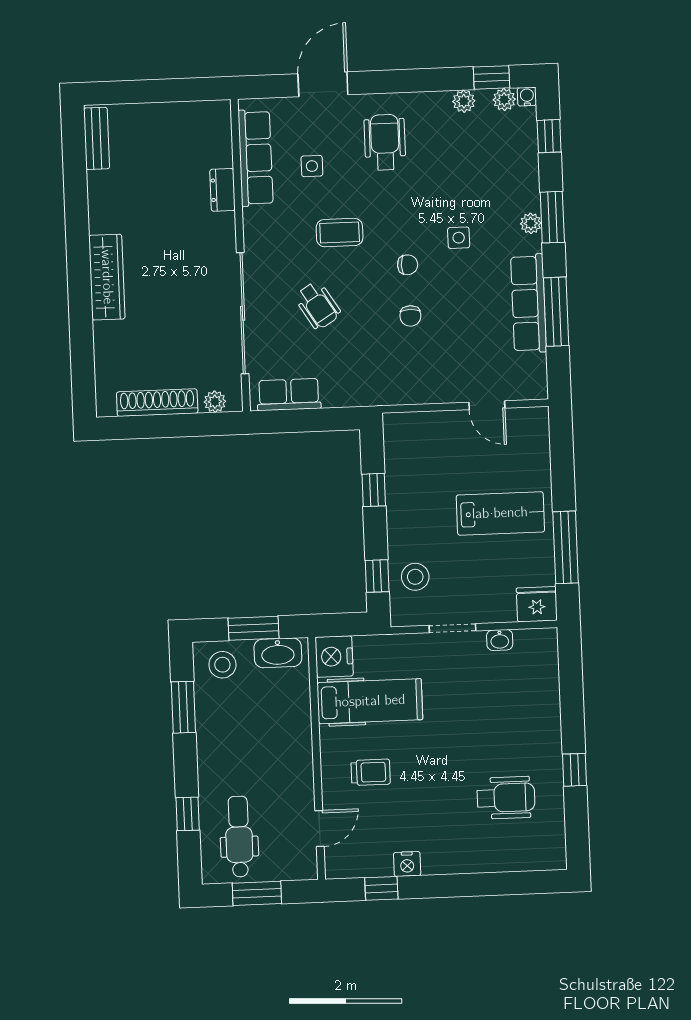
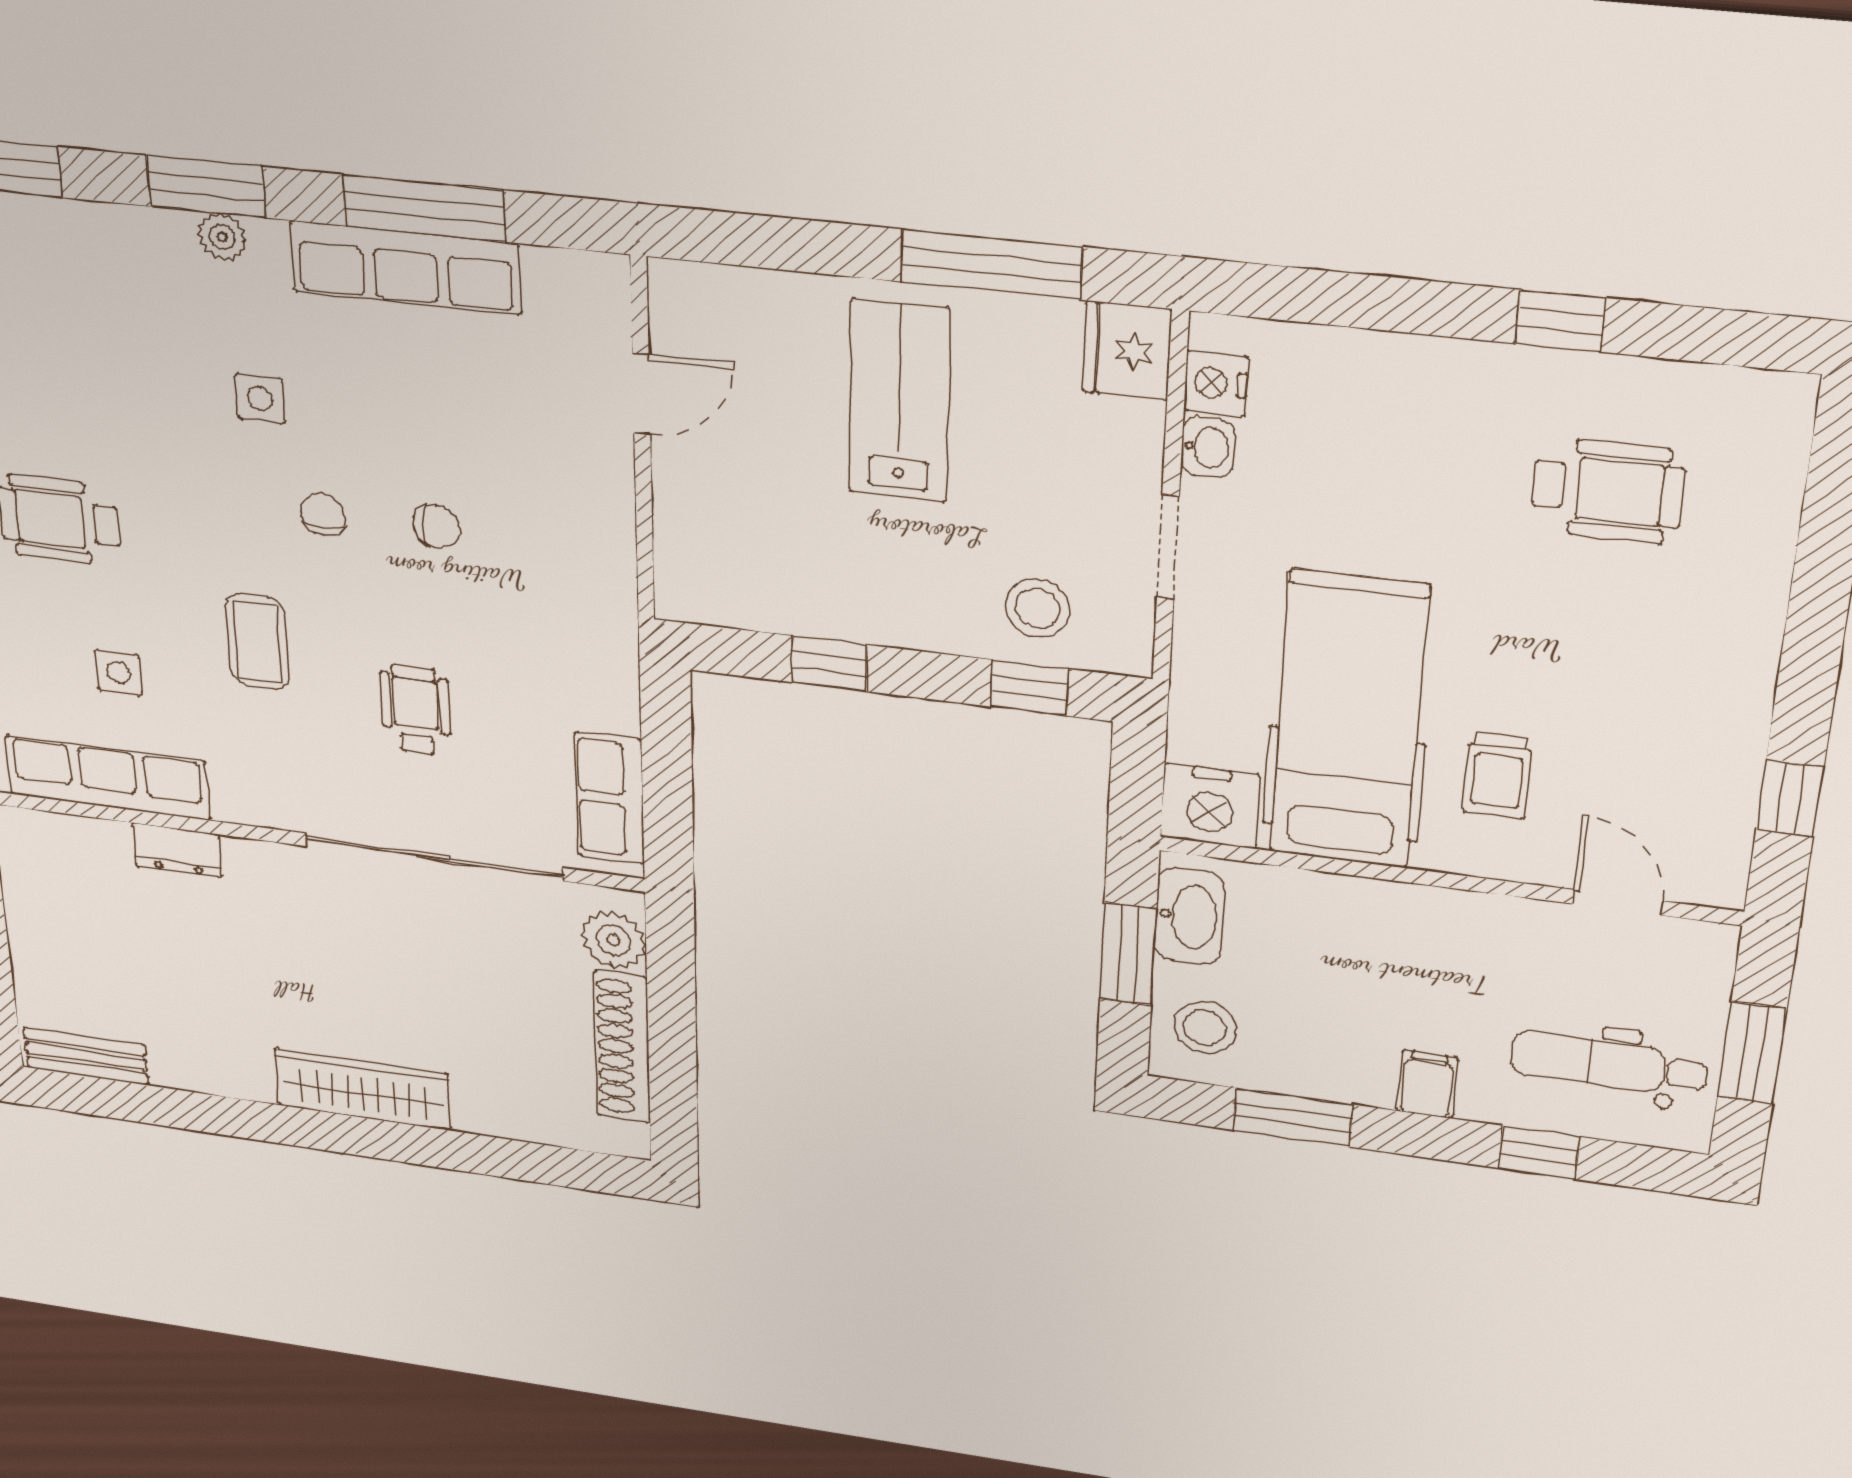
wheelchair: (318, 305) -> (415, 710), turned -58
plant: (215, 402) -> (613, 940), width x1.38, depth x1.38
hospital bed: (370, 701) -> (1348, 721), width x1.37, depth x1.29
filing cabinet: (213, 763) -> (1427, 1084), added
trolley: (371, 772) -> (1498, 775), turned 180
wheelchair: (506, 798) -> (1608, 491), turned 90
nightstand: (407, 864) -> (1216, 383), moved, turned 180

